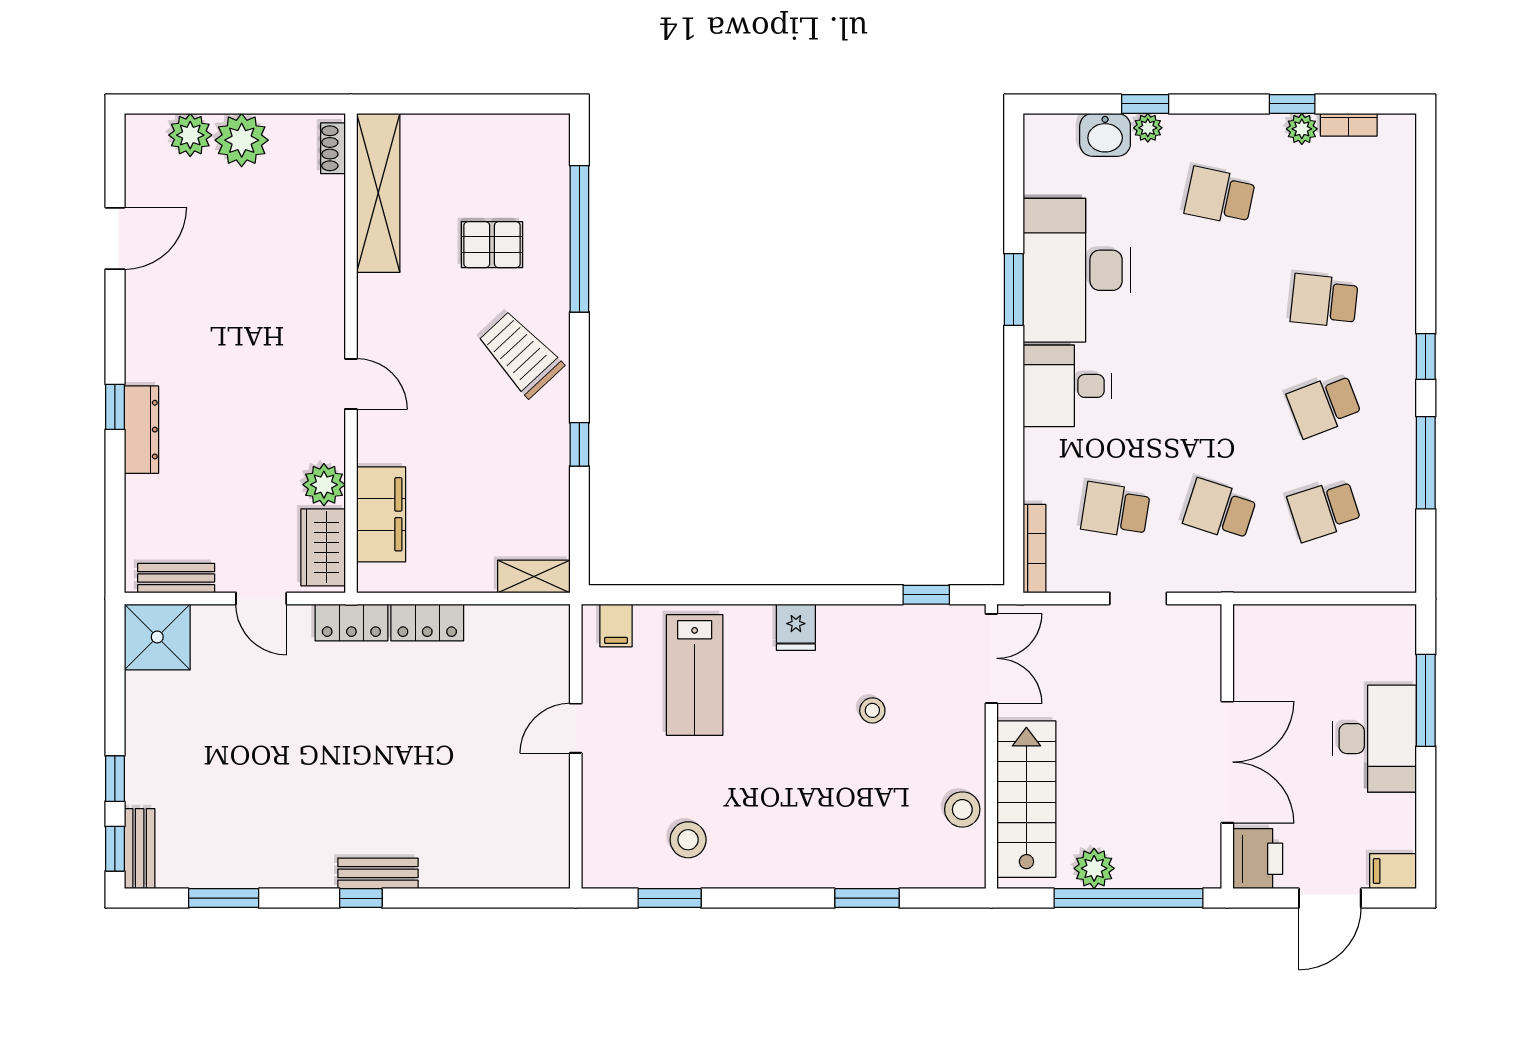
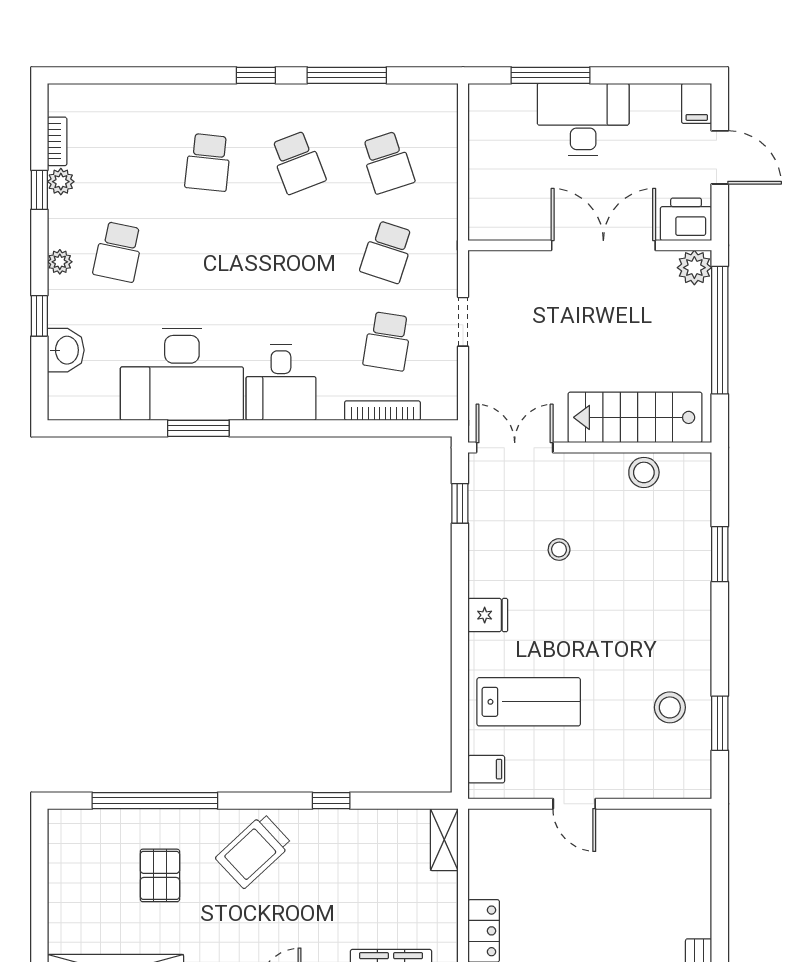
plant: (1148, 128) -> (60, 262), moved
bookcase: (1035, 549) -> (382, 411), moved
plant: (1094, 868) -> (694, 268), moved

